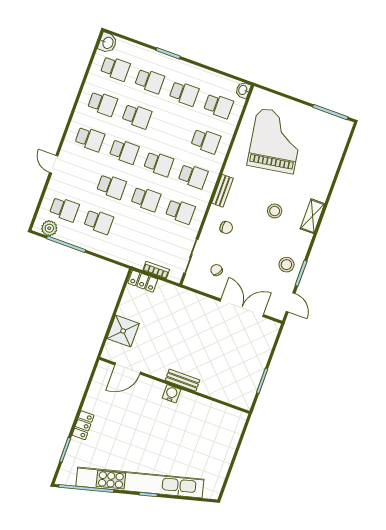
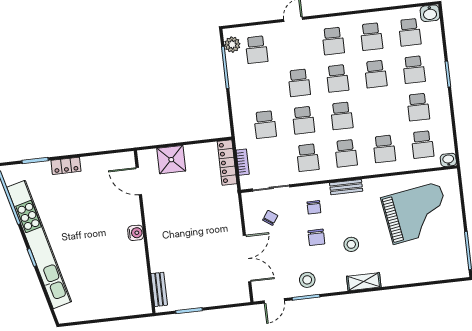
school desk: (99, 222) -> (265, 125), moved
chair: (253, 238) -> (316, 237), added
locker: (143, 281) -> (227, 163), width x1.53
bench: (182, 380) -> (159, 289), moved

